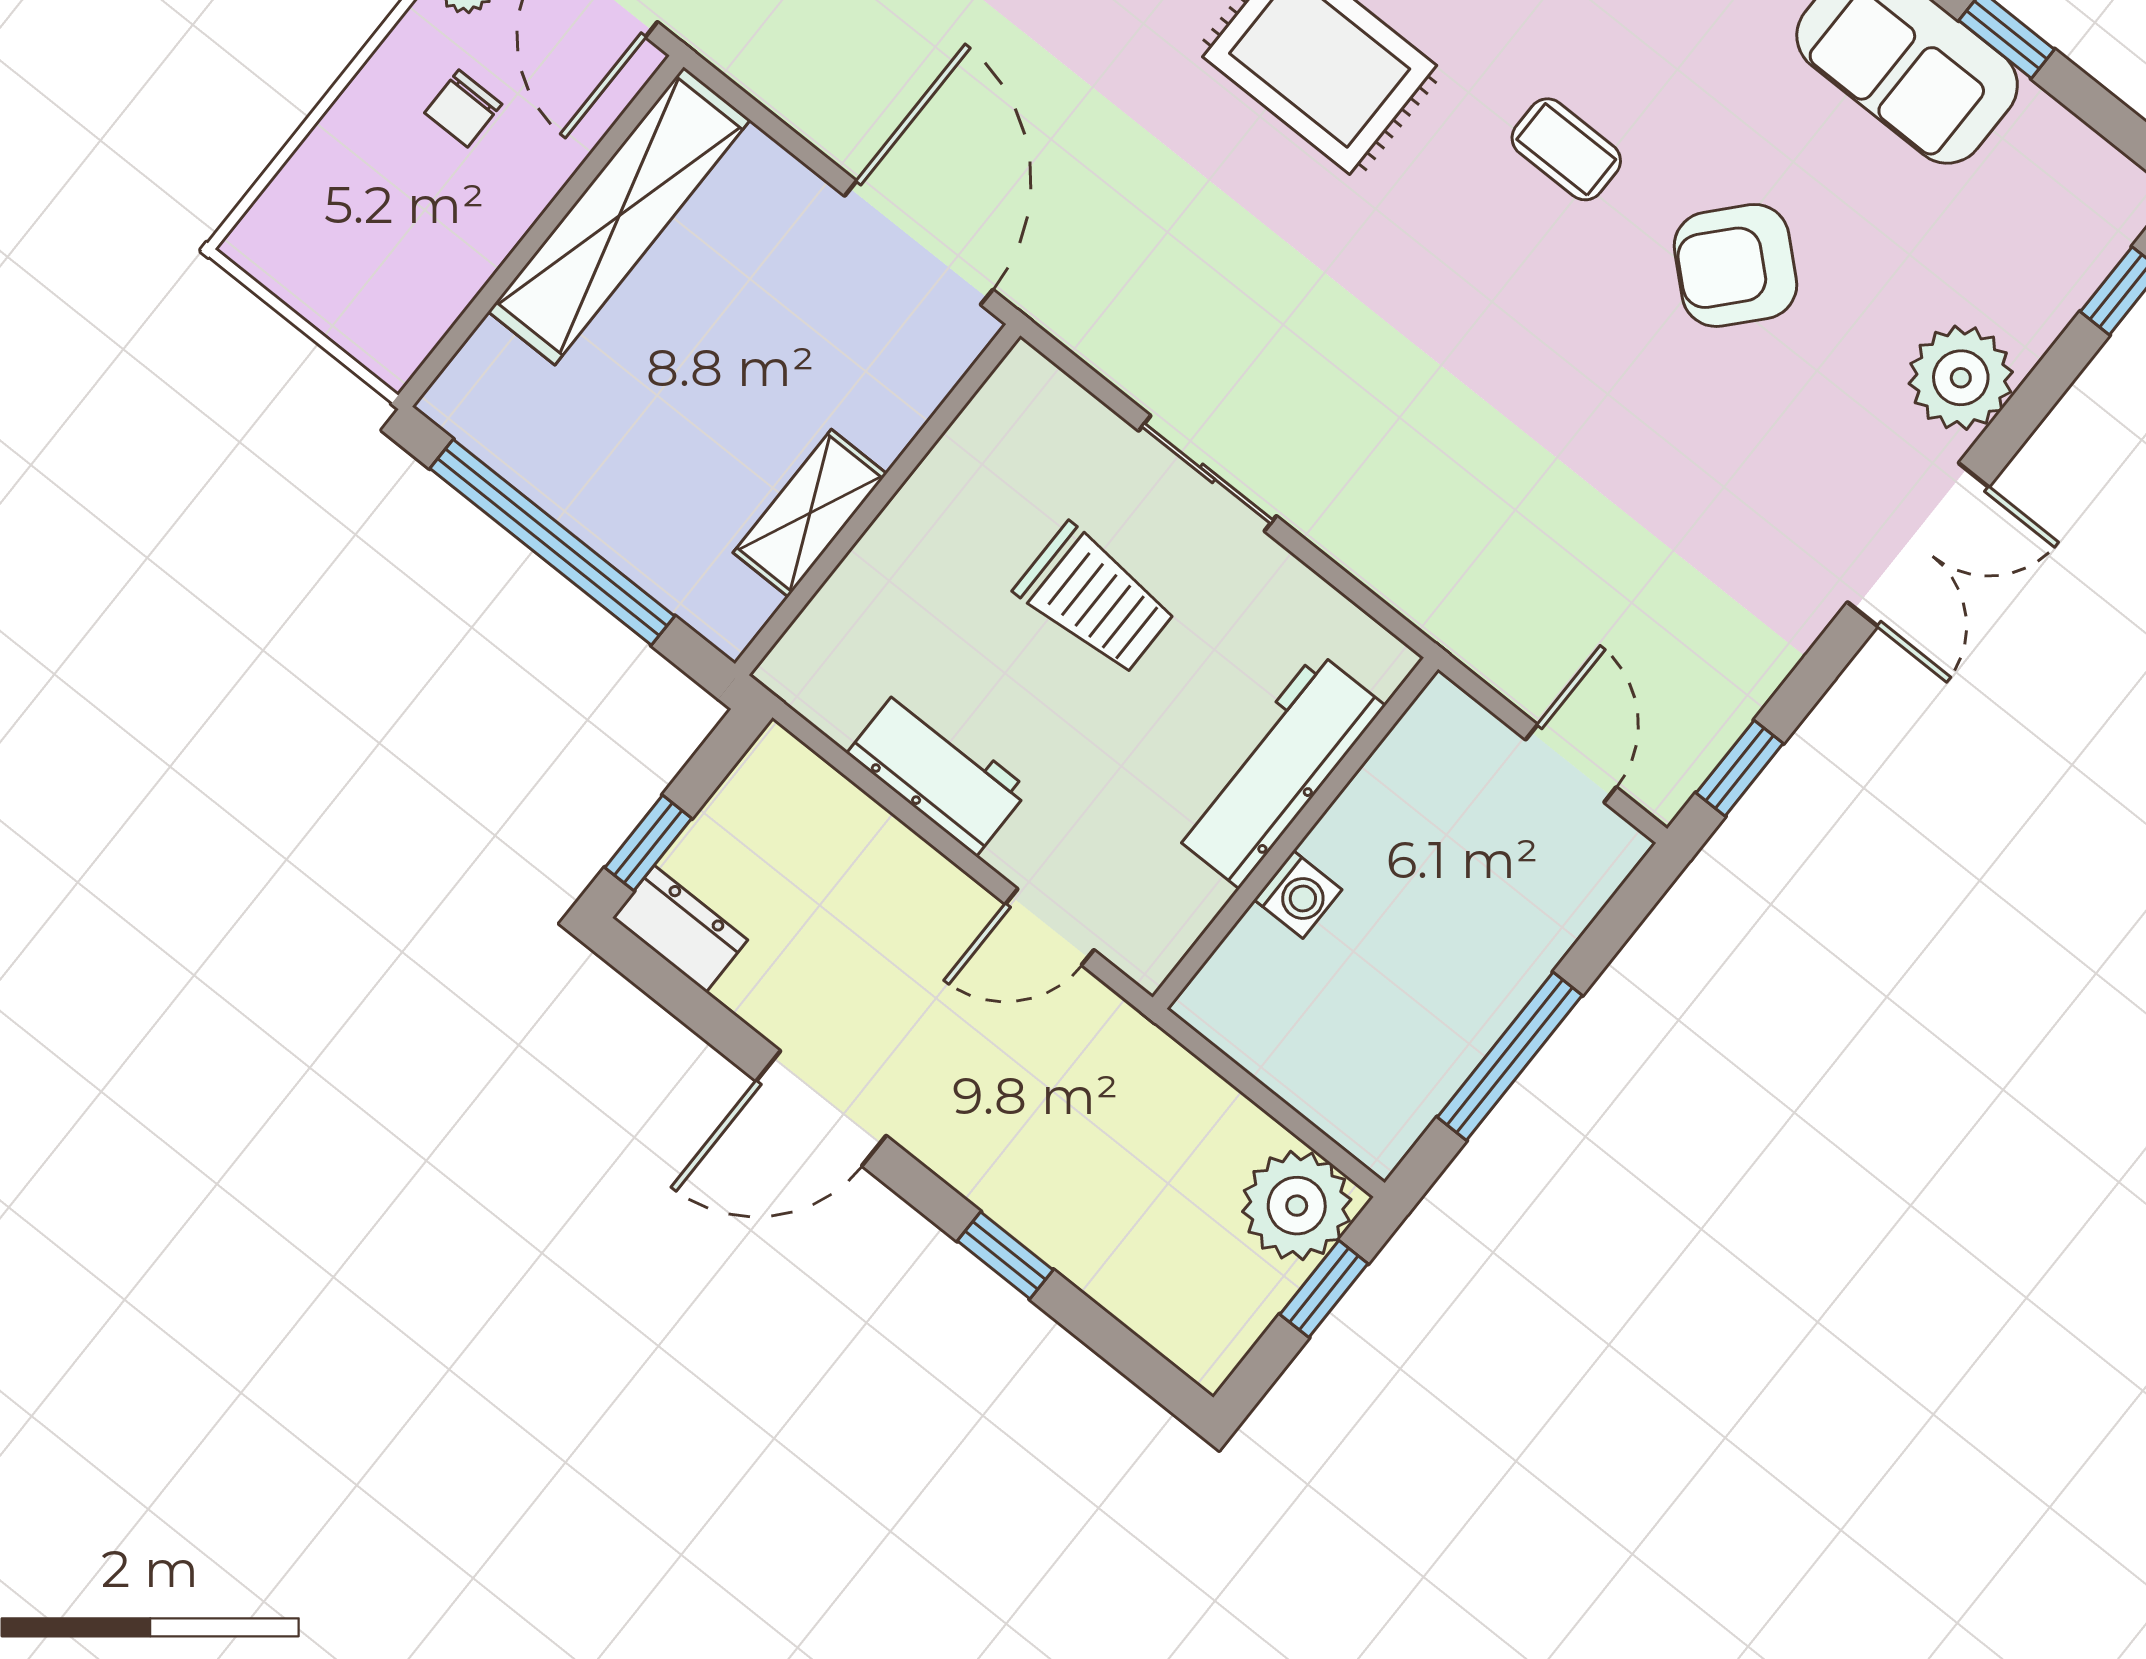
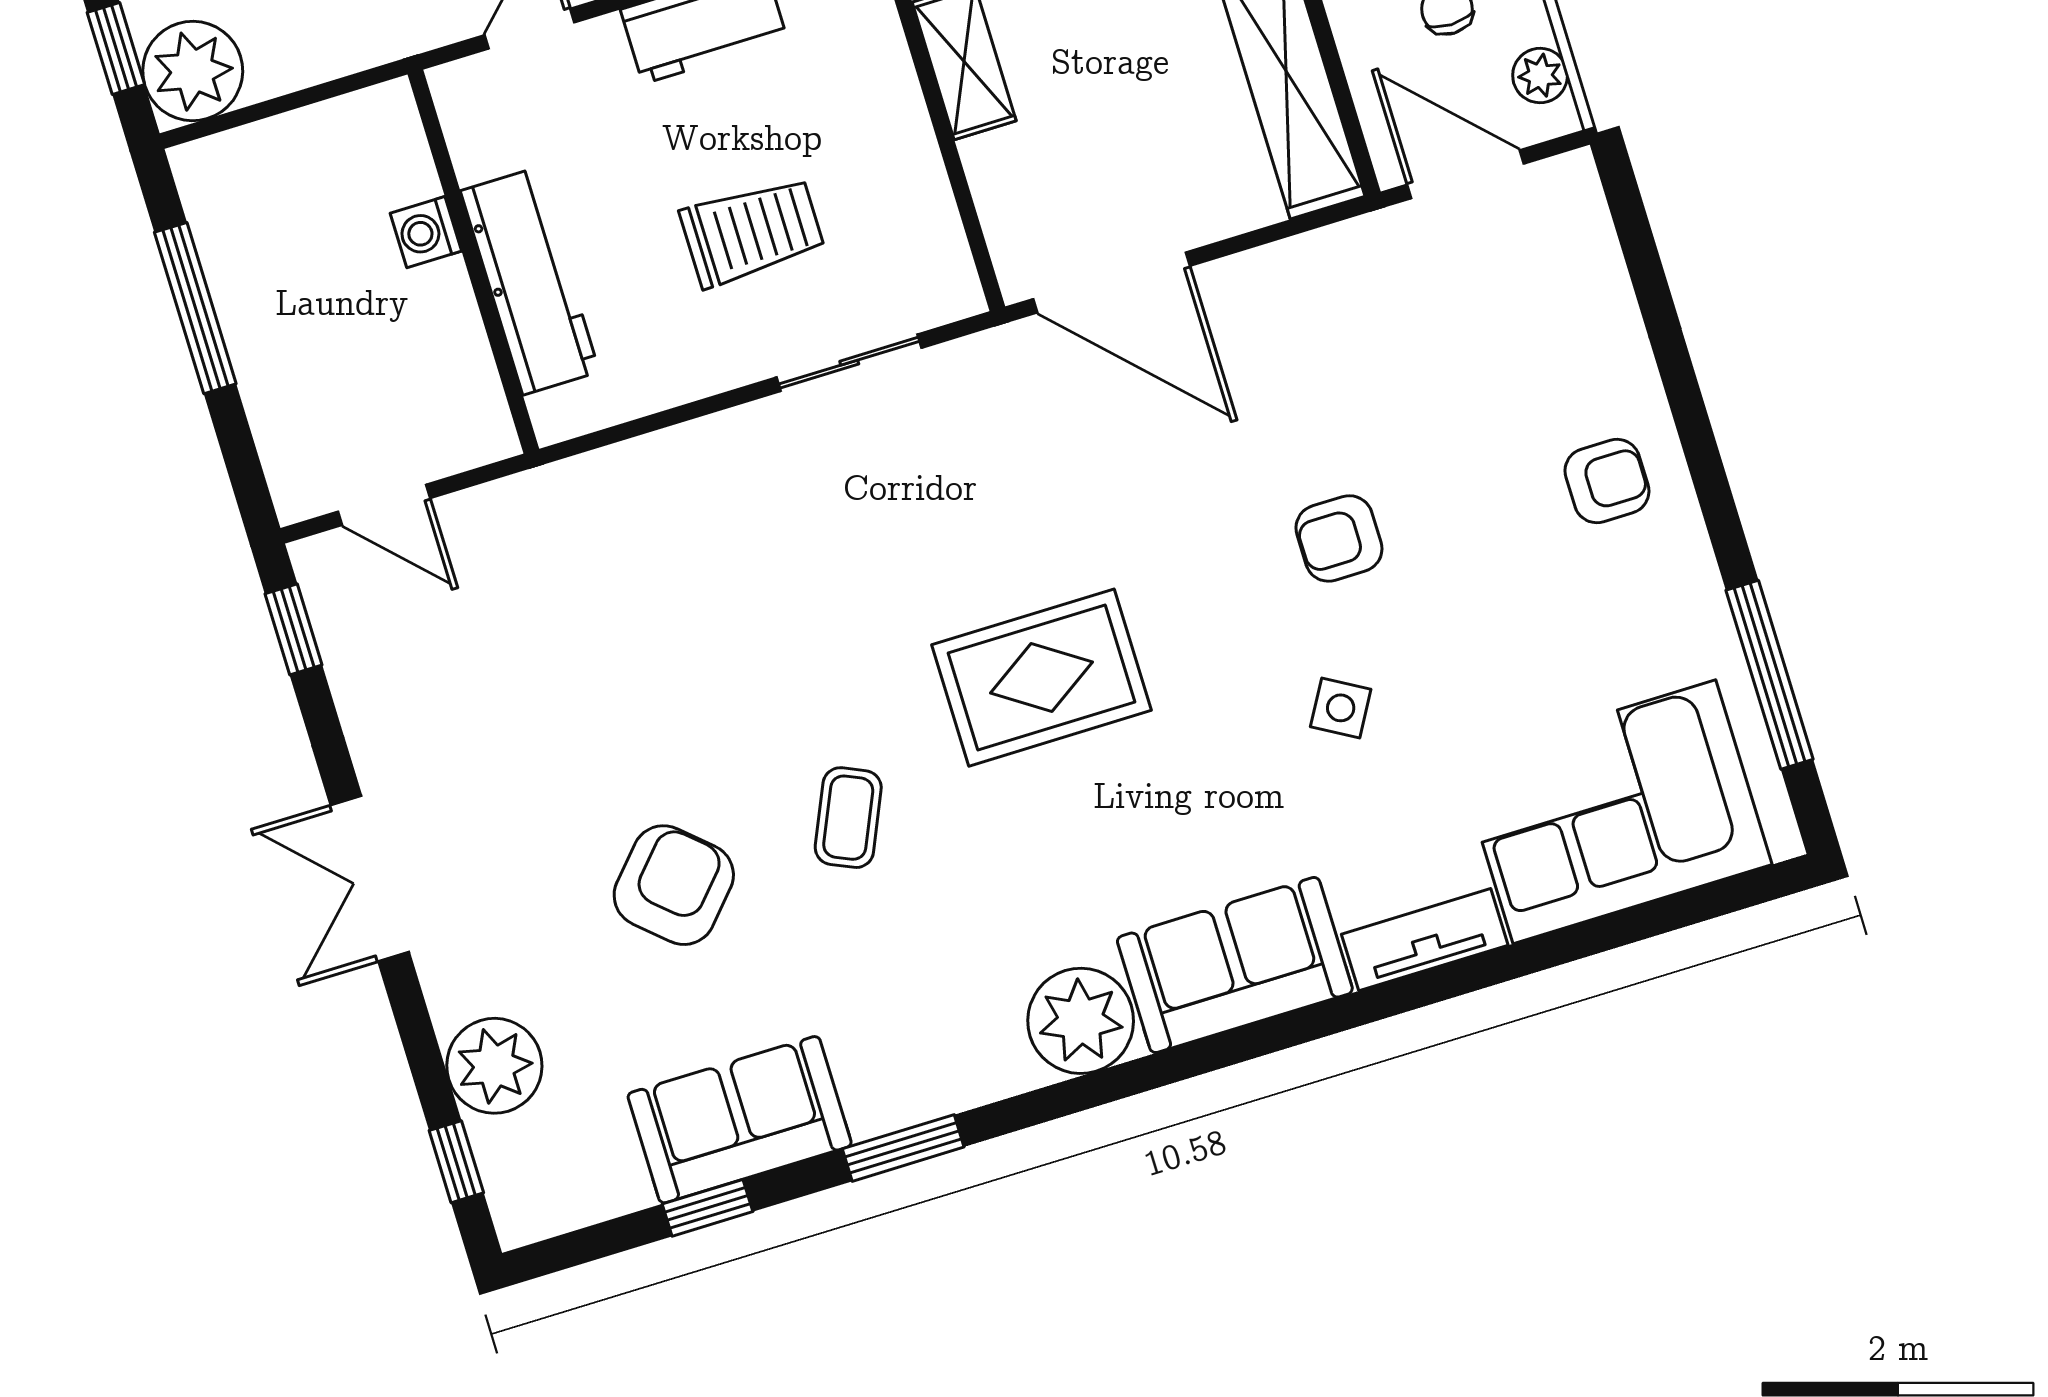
coffee table: (1566, 149) -> (848, 818), turned -66
plant: (1961, 378) -> (494, 1066), moved
sliding door: (1208, 473) -> (849, 363), moved
trolley: (1095, 599) -> (752, 232), turned 180

